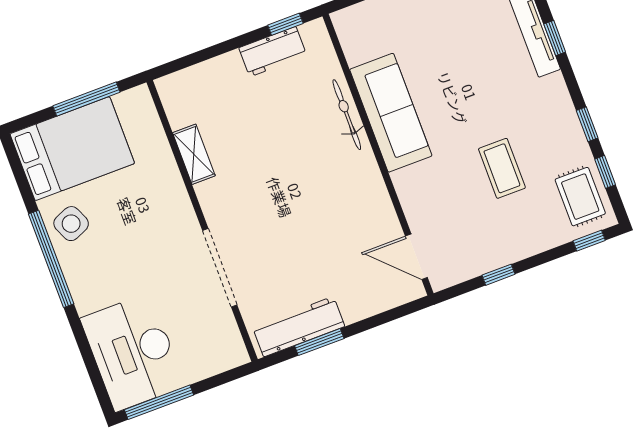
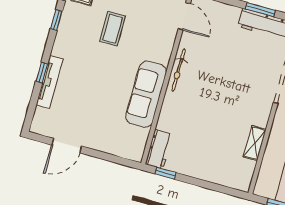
workbench: (273, 52) -> (159, 149), moved, turned 90
bicycle: (347, 115) -> (179, 70), moved

